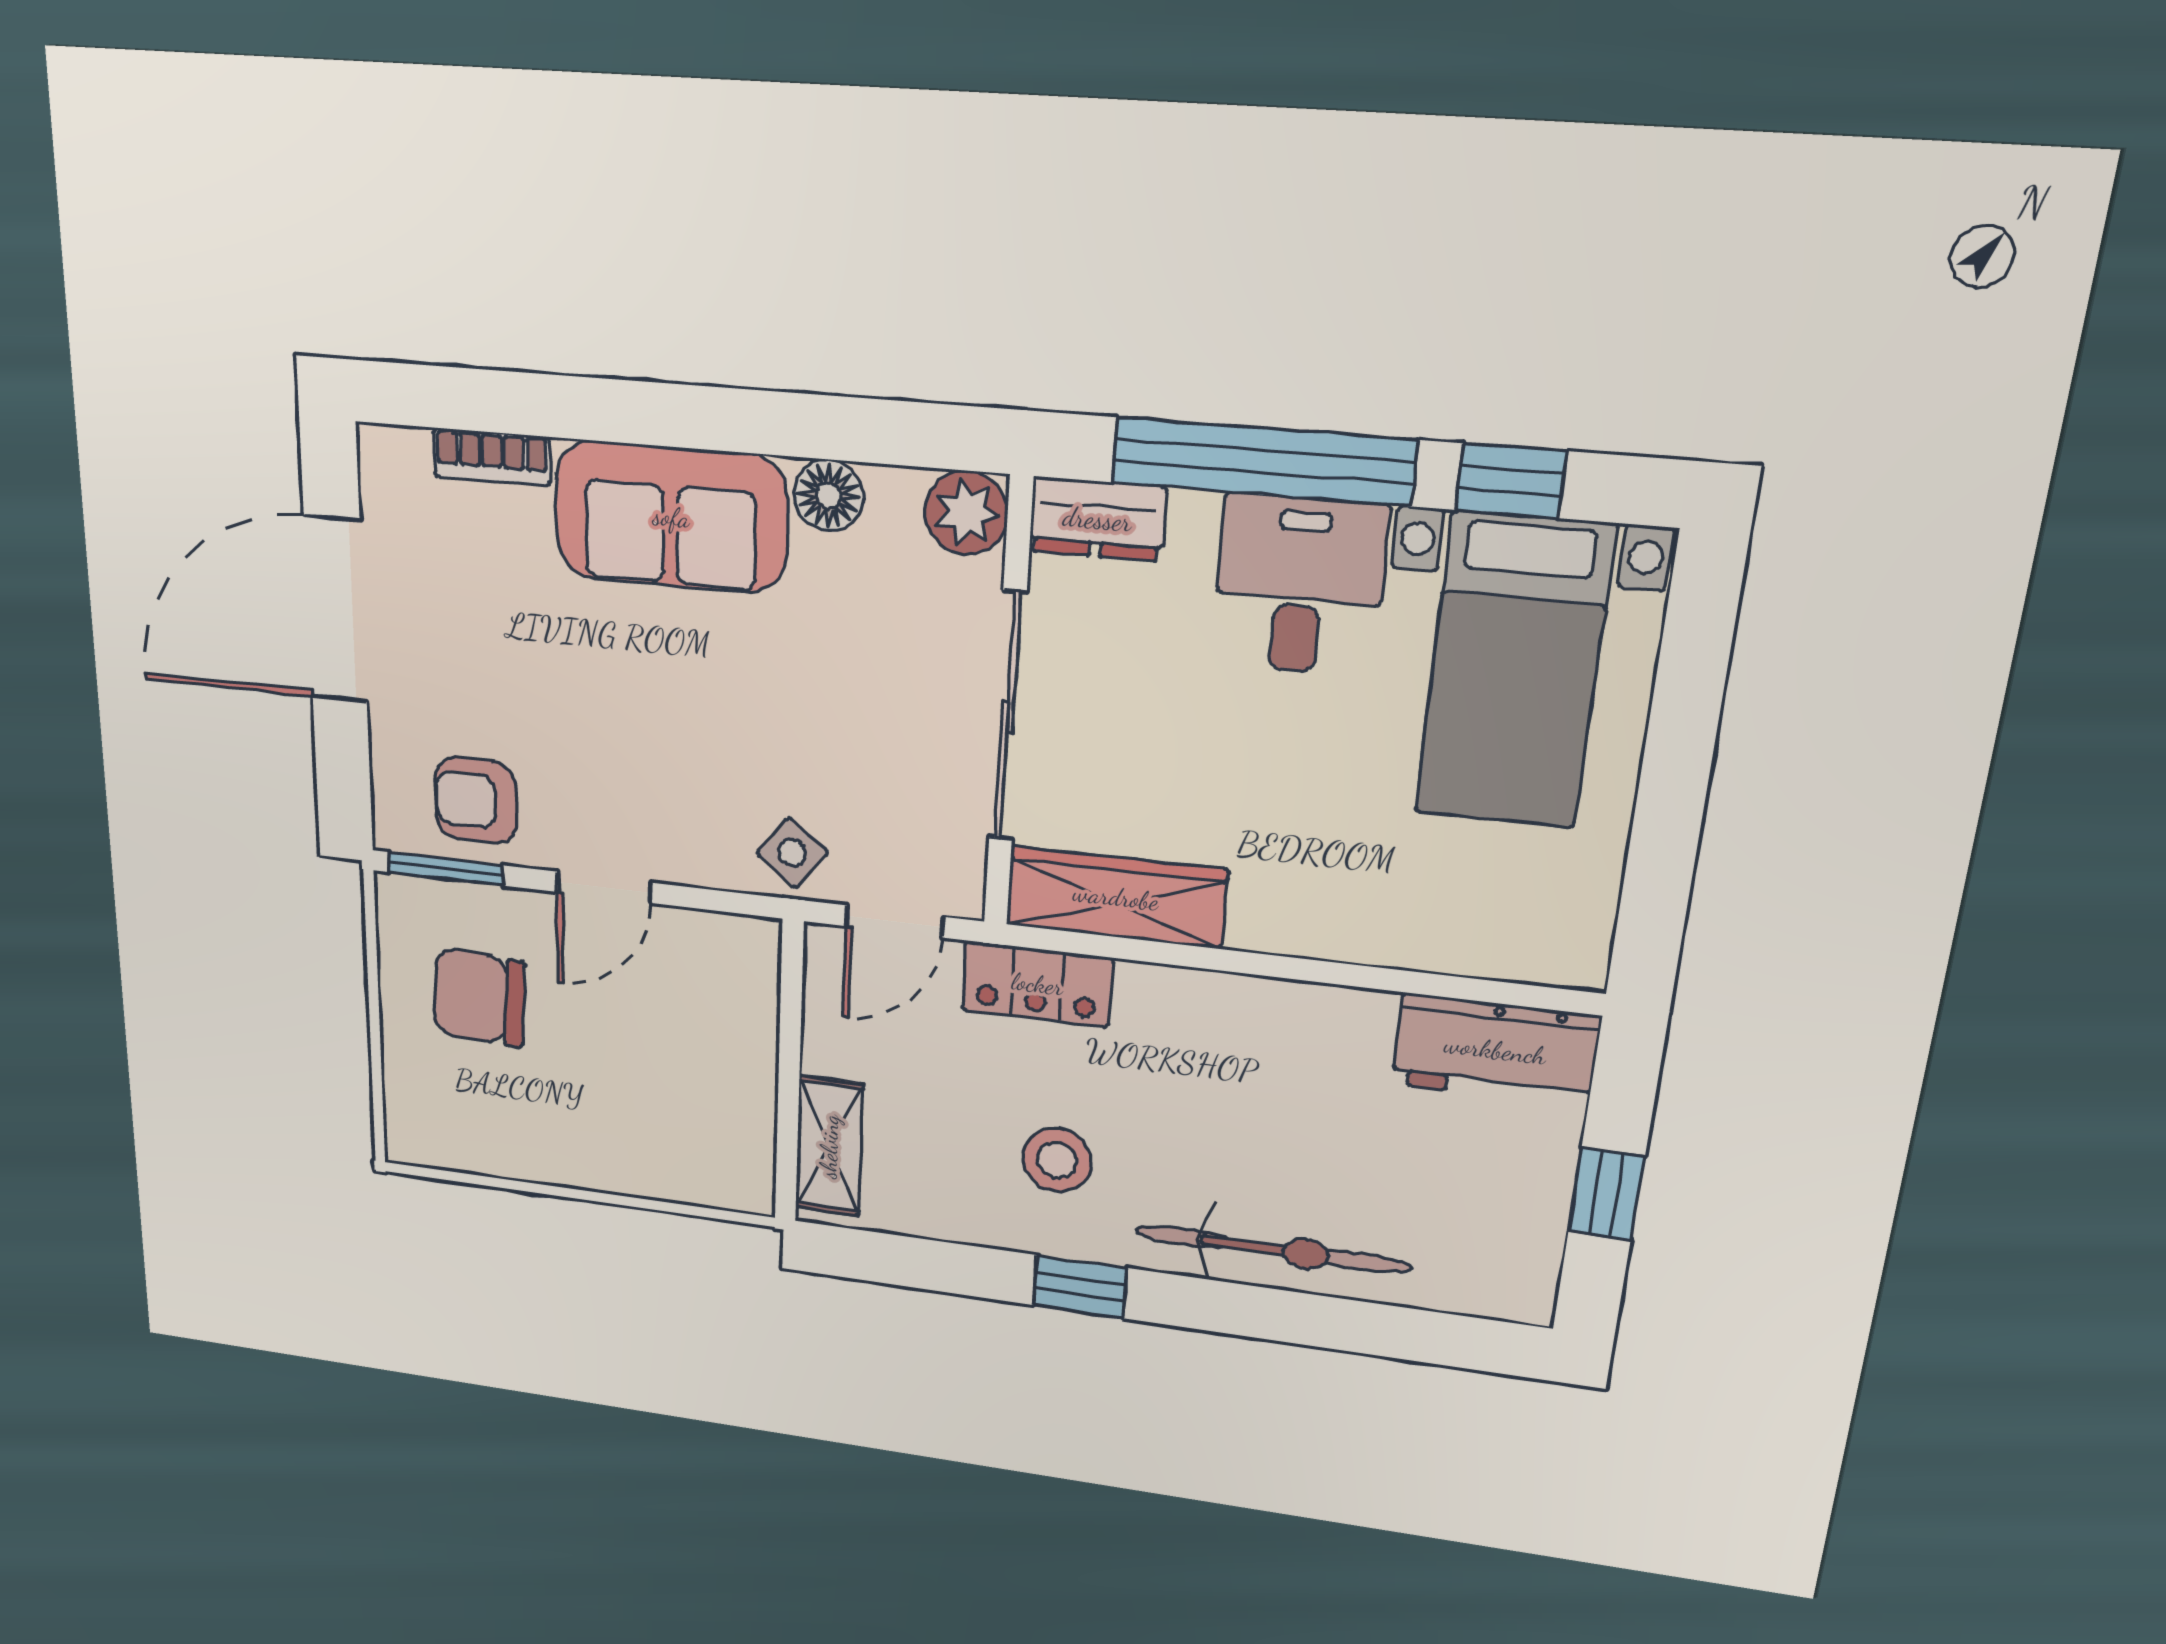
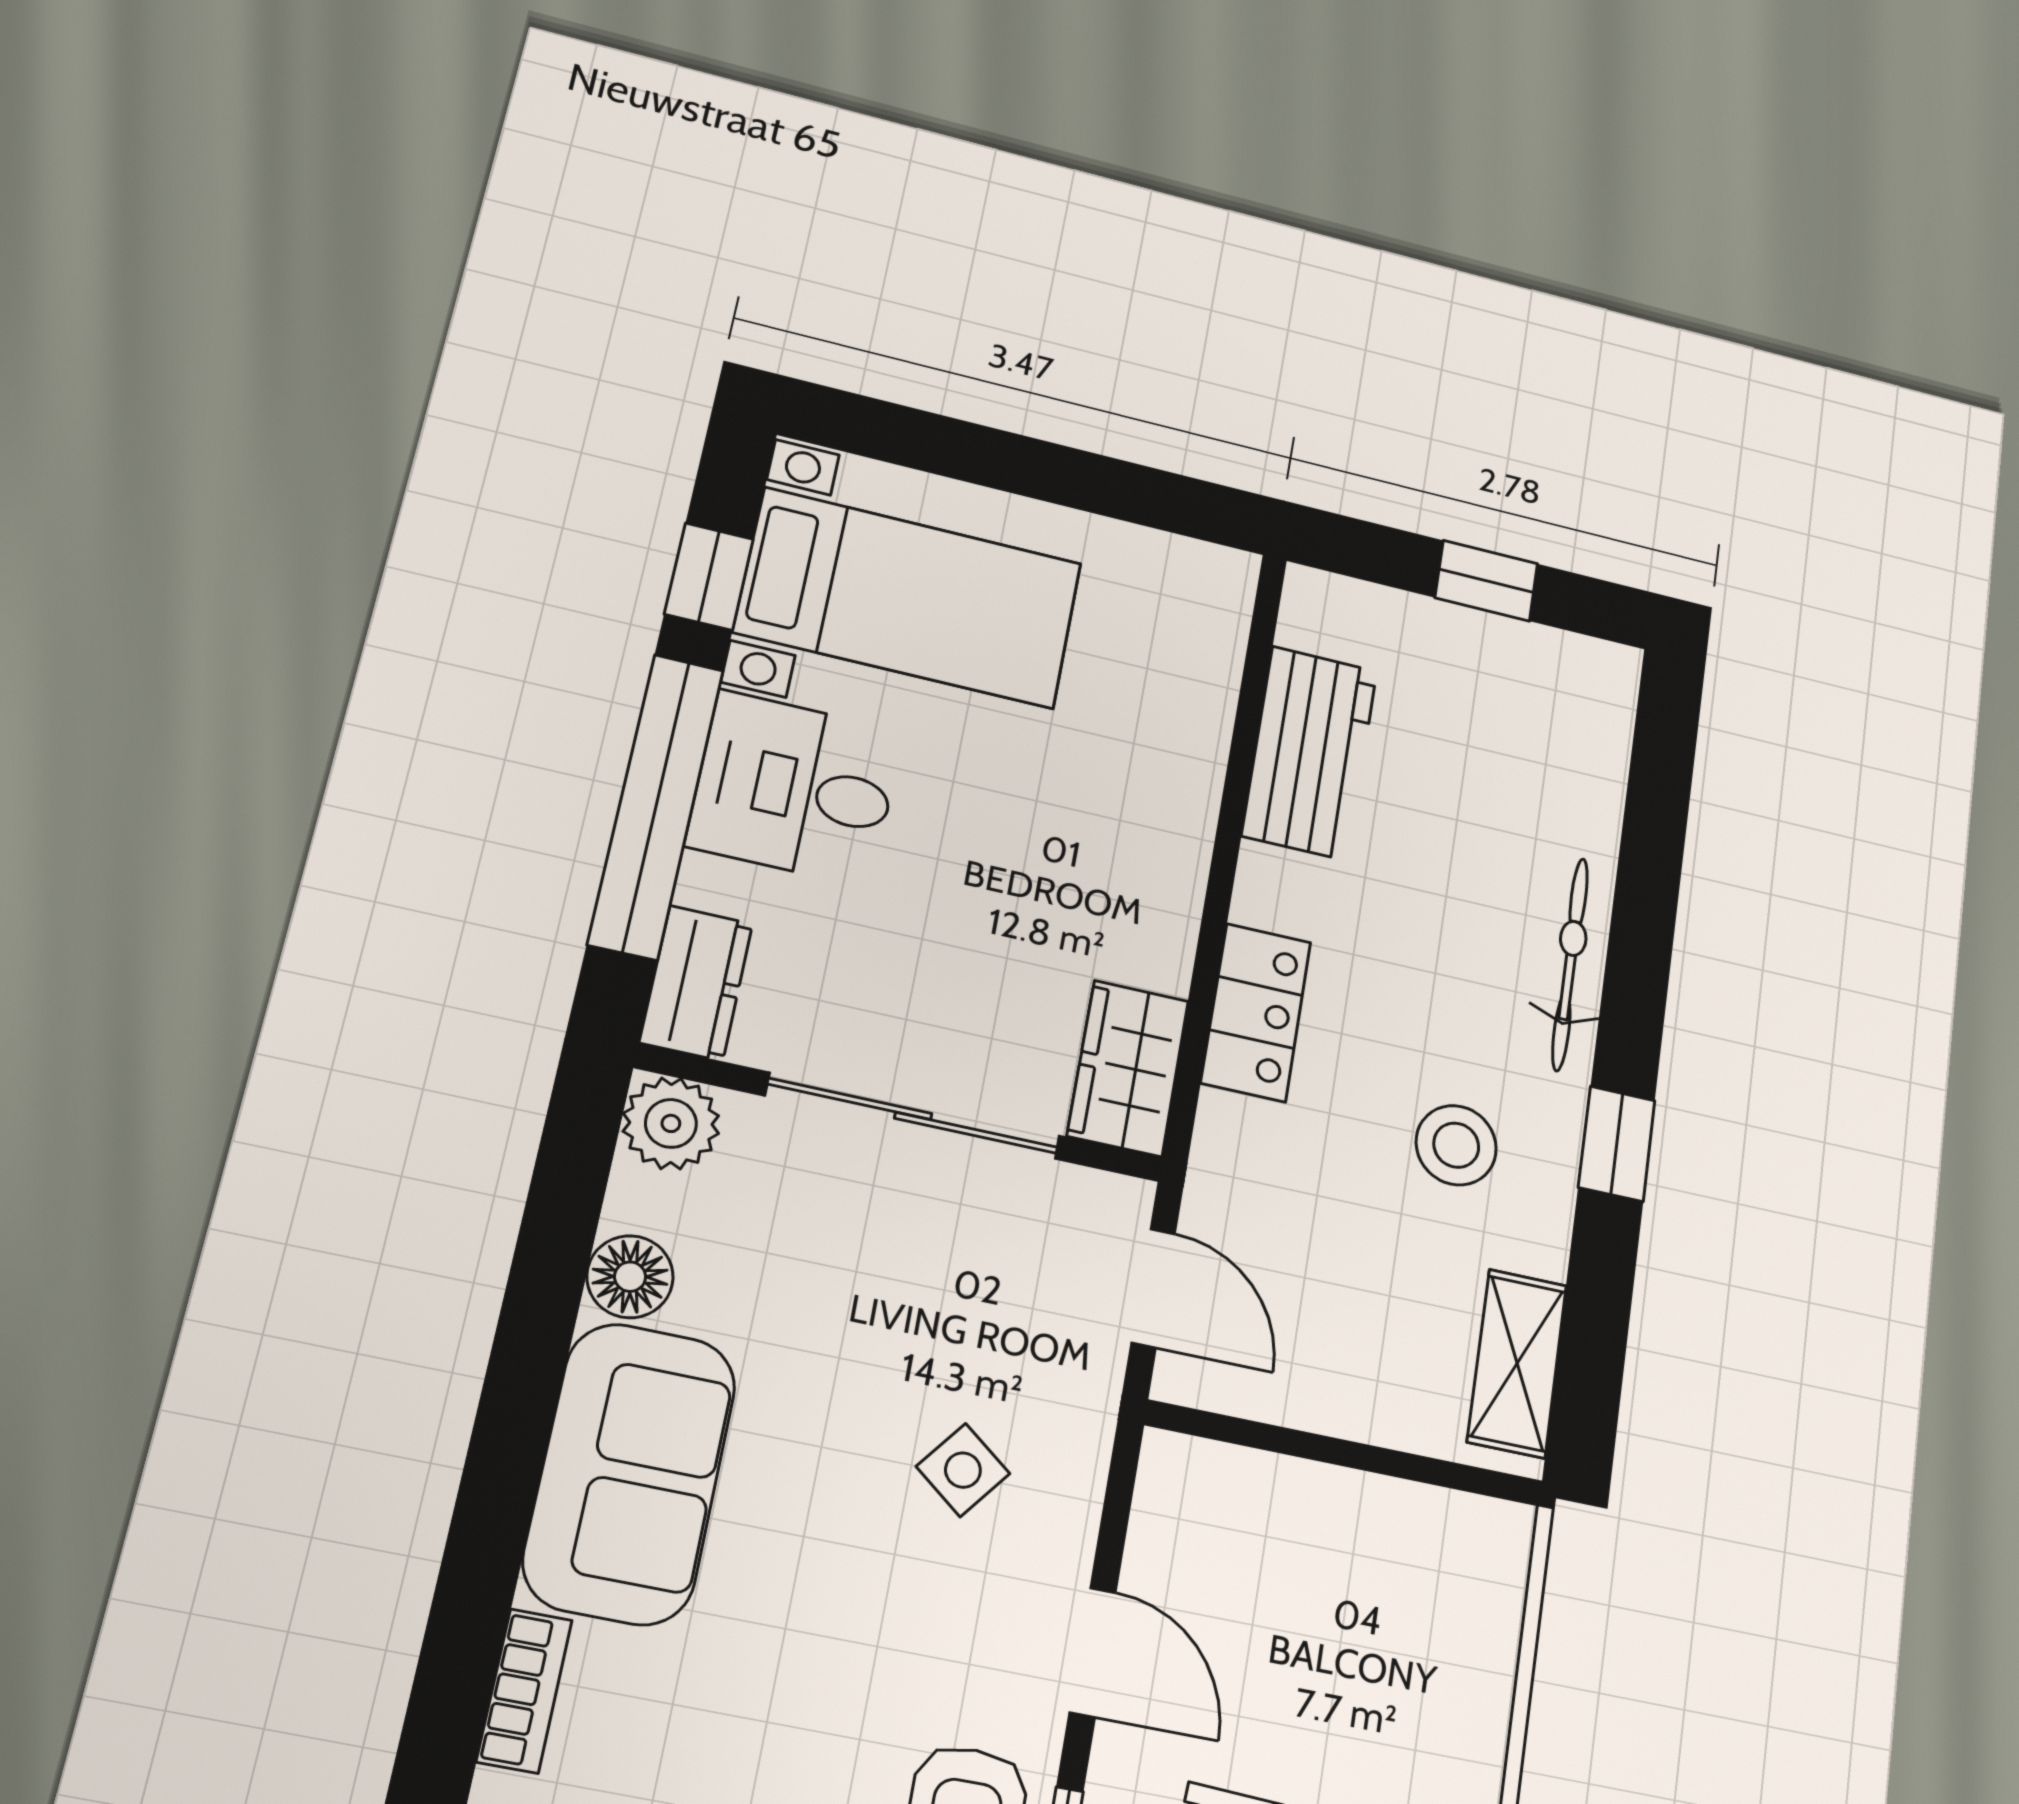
side table: (792, 853) -> (963, 1470), moved
wardrobe: (1116, 897) -> (1128, 1068), width x0.67
locker: (1037, 984) -> (1256, 1012), moved
workbench: (1495, 1050) -> (1310, 753), moved
shelving: (829, 1146) -> (1517, 1363), moved, turned 90
bicycle: (1272, 1249) -> (1570, 964), width x0.73, depth x0.71

